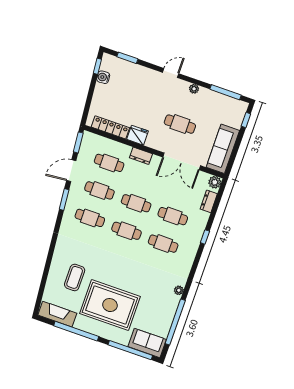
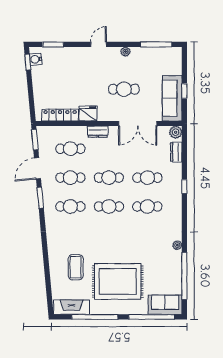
water cooler: (103, 77) -> (36, 59), moved
window: (246, 120) -> (184, 91), moved

